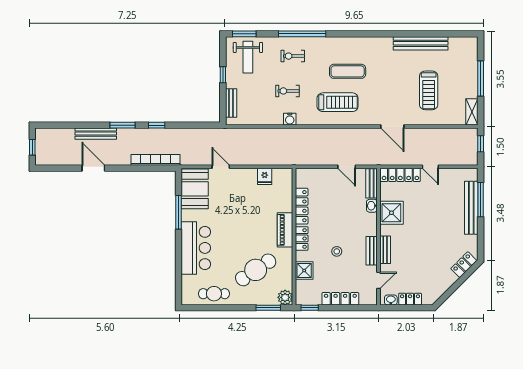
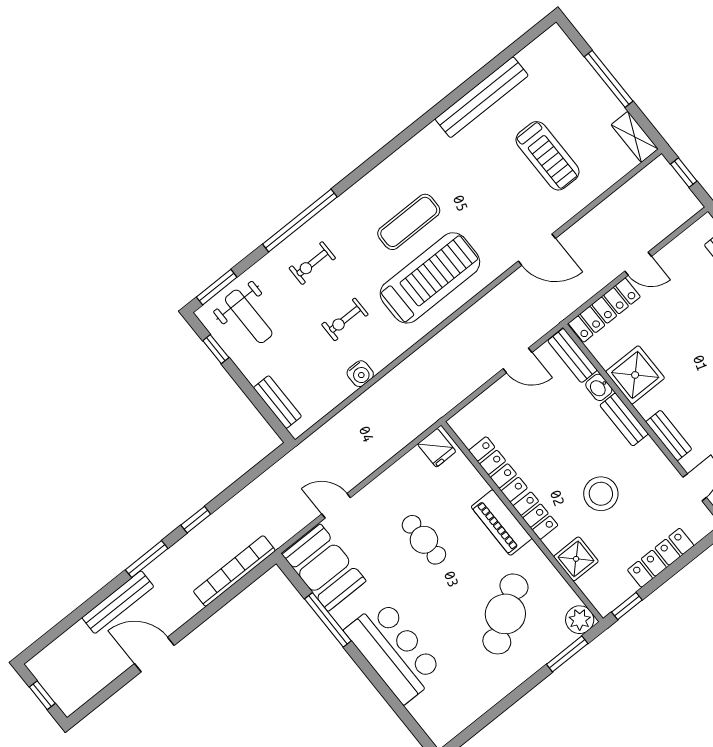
window: (223, 75) -> (216, 349), moved
treadmill: (338, 102) -> (430, 278), width x1.37, depth x1.38
water cooler: (290, 119) -> (360, 374), moved
fridge: (265, 176) -> (437, 448), moved
stool: (337, 251) -> (601, 494), width x1.89, depth x1.89
bench: (372, 251) -> (624, 419), moved
cafe table: (214, 294) -> (424, 540), moved, turned 90

